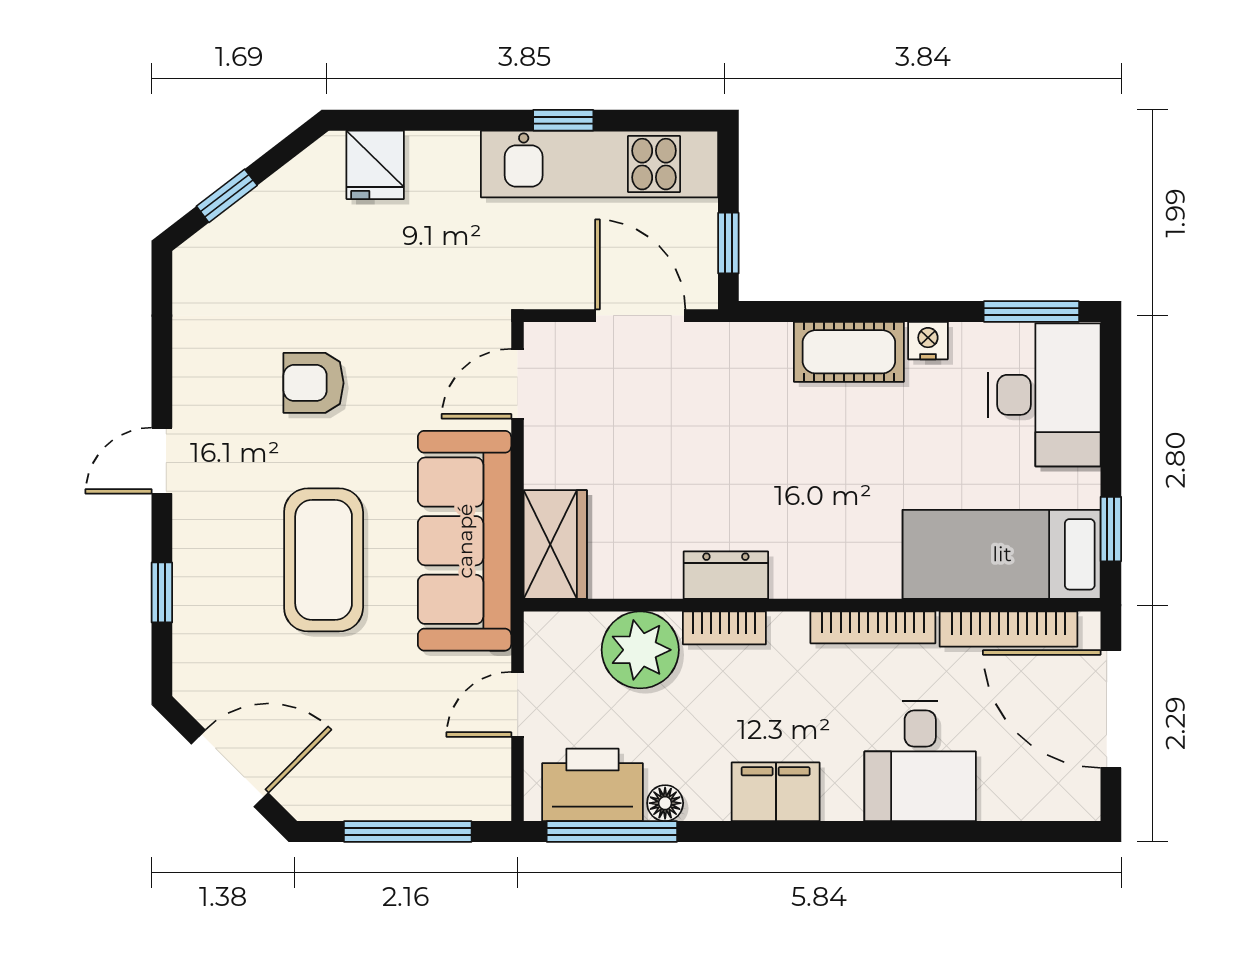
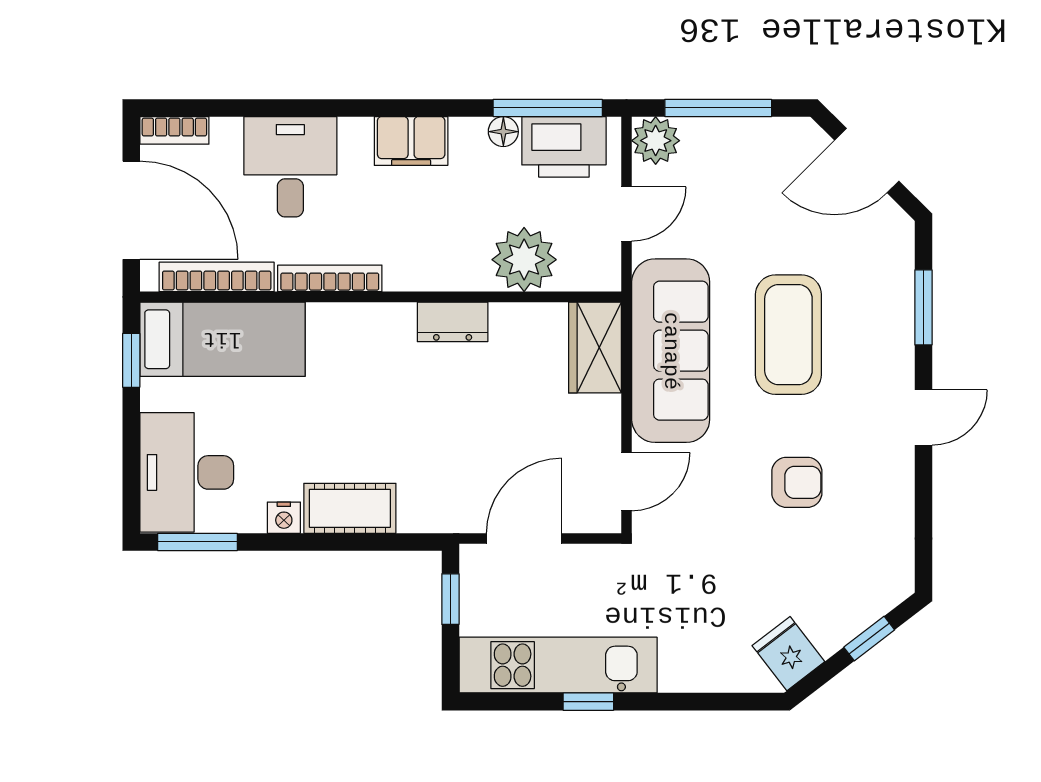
fridge: (375, 165) -> (788, 654), moved, turned -38
door: (640, 316) -> (524, 539), swing flipped
window: (162, 592) -> (923, 307), width x1.50
bookcase: (724, 628) -> (174, 130), moved, turned 180
plant: (483, 792) -> (656, 141), added

